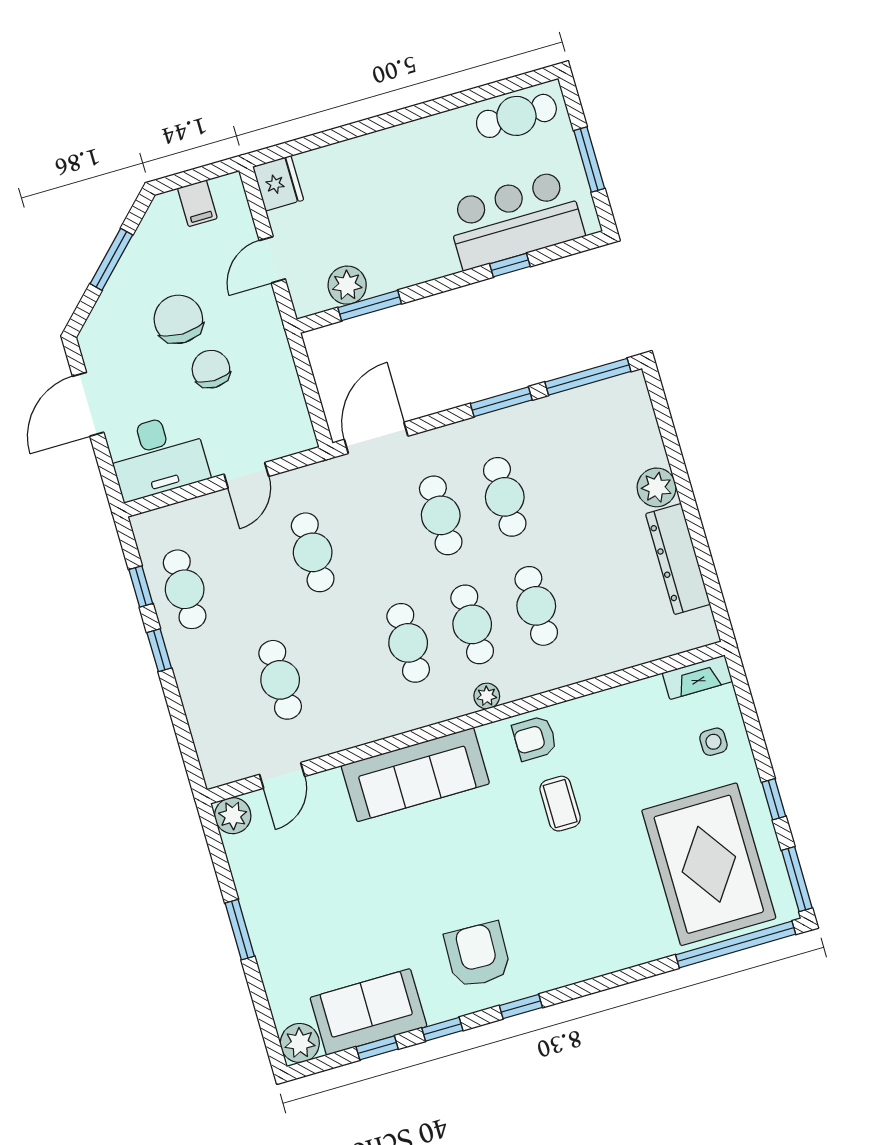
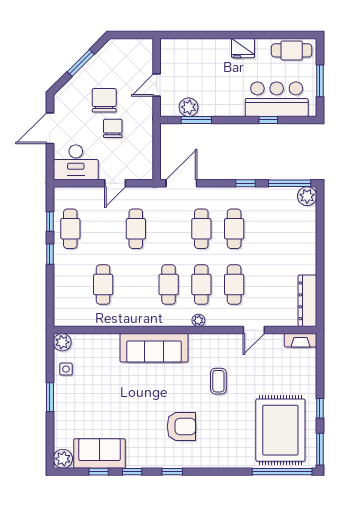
fridge: (278, 183) -> (243, 48), moved, turned 90
filing cabinet: (197, 203) -> (129, 48), removed
window: (501, 402) -> (245, 183), width x0.67
plant: (657, 487) -> (307, 196), moved
dresser: (678, 559) -> (307, 301), moved
armchair: (535, 738) -> (215, 347), removed
side table: (713, 742) -> (66, 369), moved
door: (282, 775) -> (254, 330), moved
armchair: (478, 955) -> (181, 426), moved, turned 88

